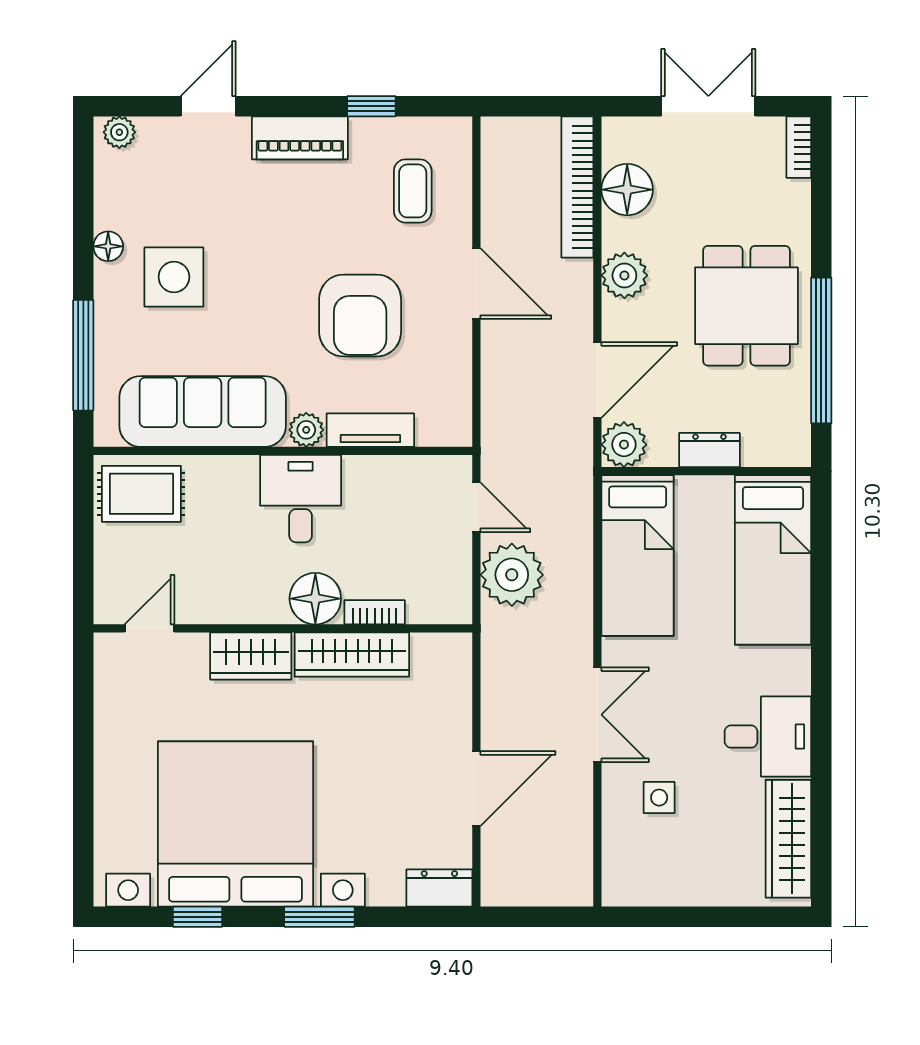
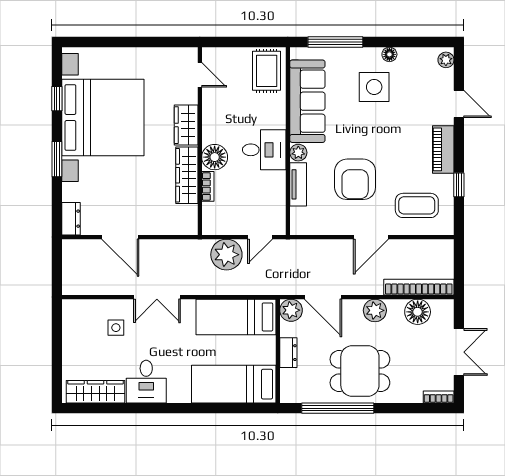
coffee table: (413, 191) -> (417, 205), width x1.36, depth x1.30
armchair: (360, 315) -> (355, 179), turned -90

